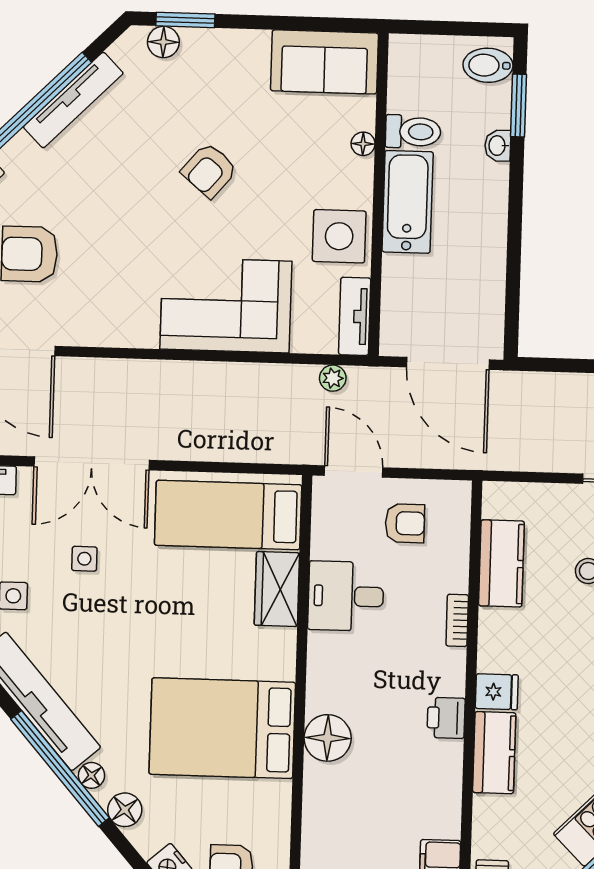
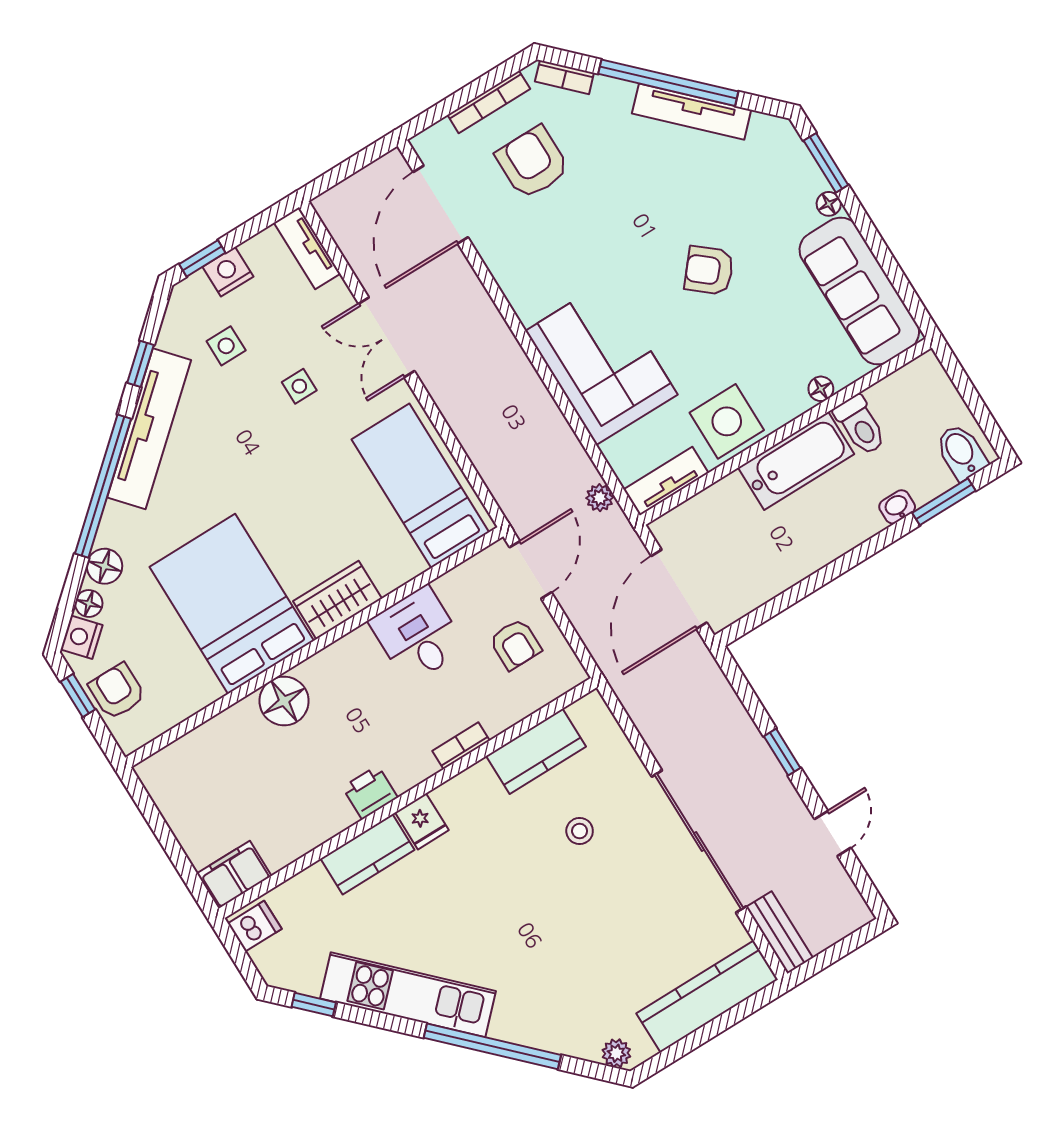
floor lamp: (163, 42) -> (829, 204), moved, width x0.73, depth x0.73
sofa: (324, 62) -> (859, 291), width x1.36
double door: (92, 463) -> (386, 337), width x0.73
wardrobe: (277, 589) -> (338, 600), moved
floor lamp: (91, 775) -> (89, 603), moved

